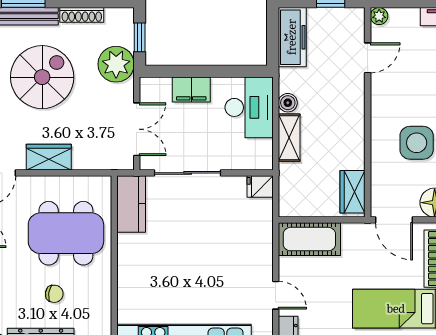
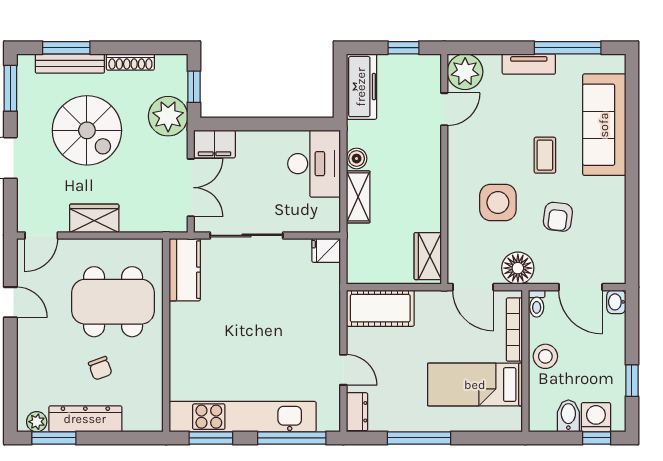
plant: (379, 16) -> (465, 72), width x1.88, depth x1.88
spiral stairs: (42, 77) -> (87, 130), turned 90
filing cabinet: (191, 90) -> (215, 144), moved
chair: (54, 294) -> (100, 368), turned 61

